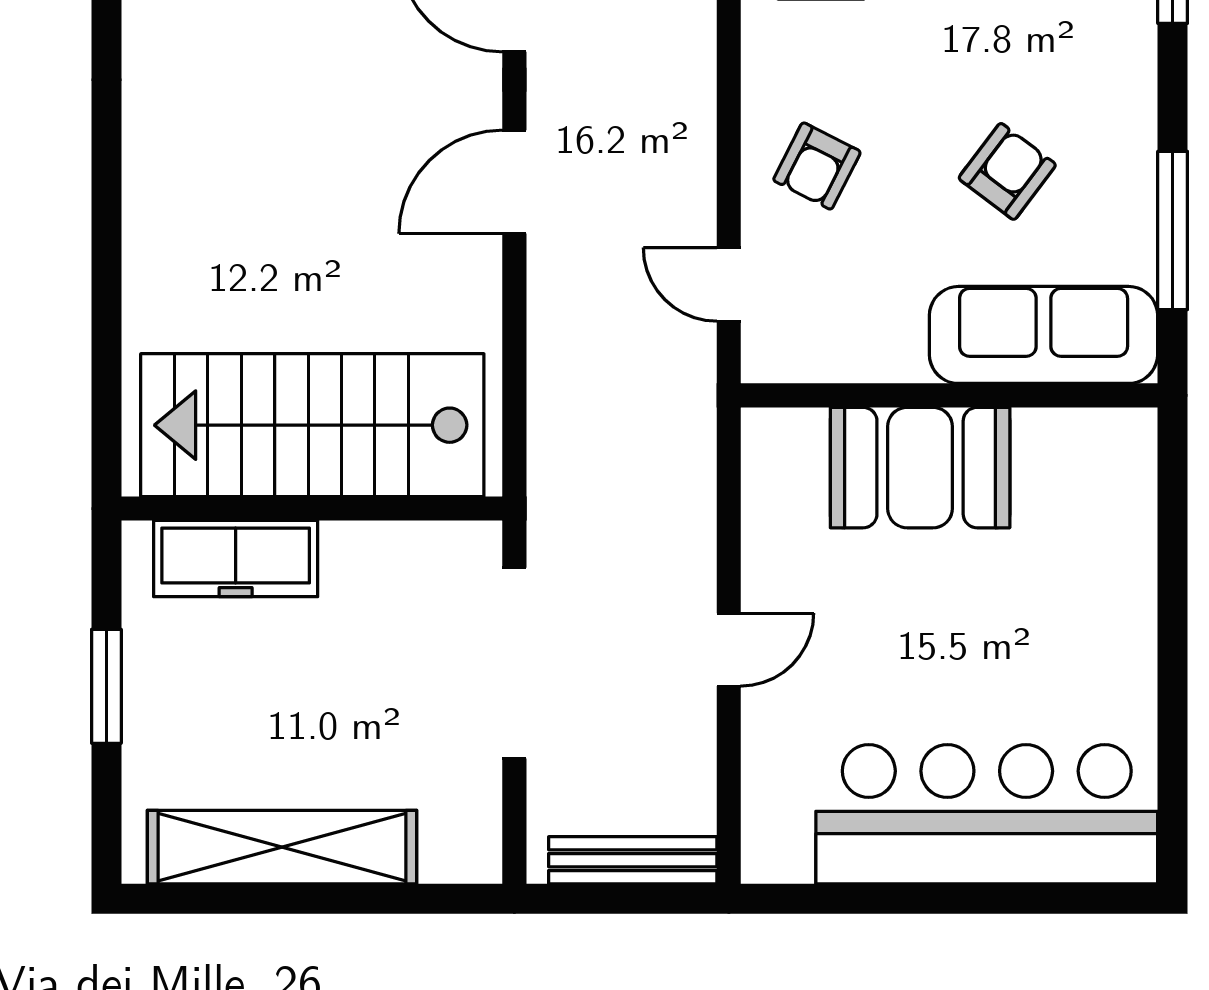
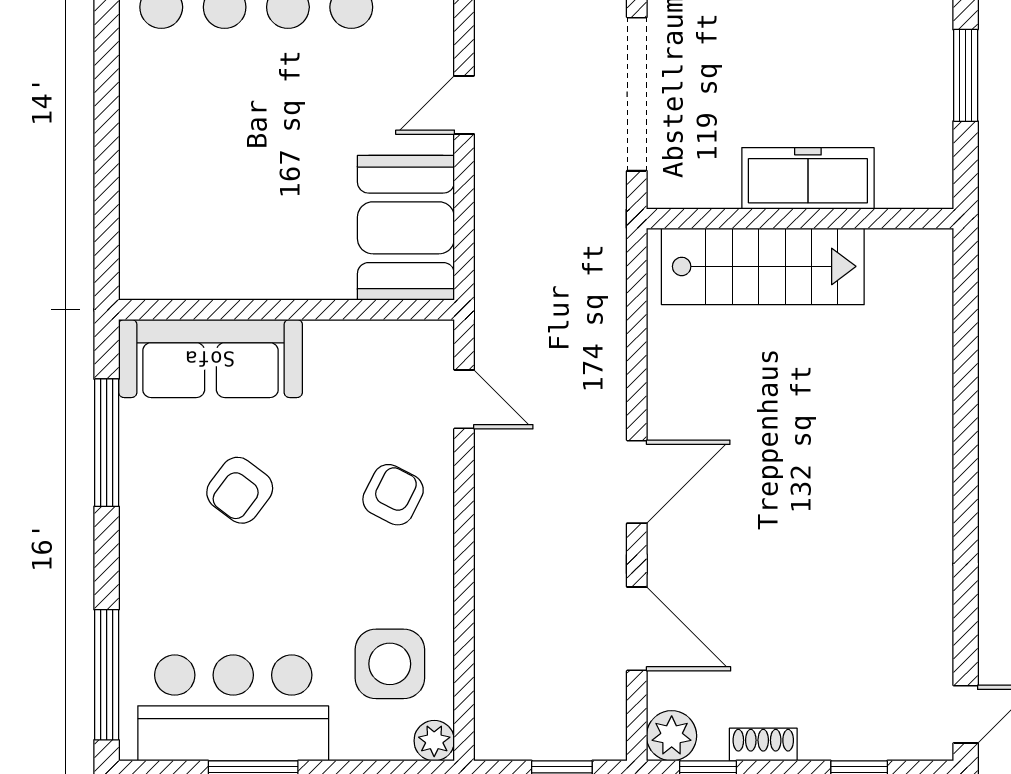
stairs: (312, 425) -> (763, 266), width x0.73, depth x0.66
booth: (920, 468) -> (406, 228), moved, turned 90
freezer: (236, 559) -> (808, 178), moved

